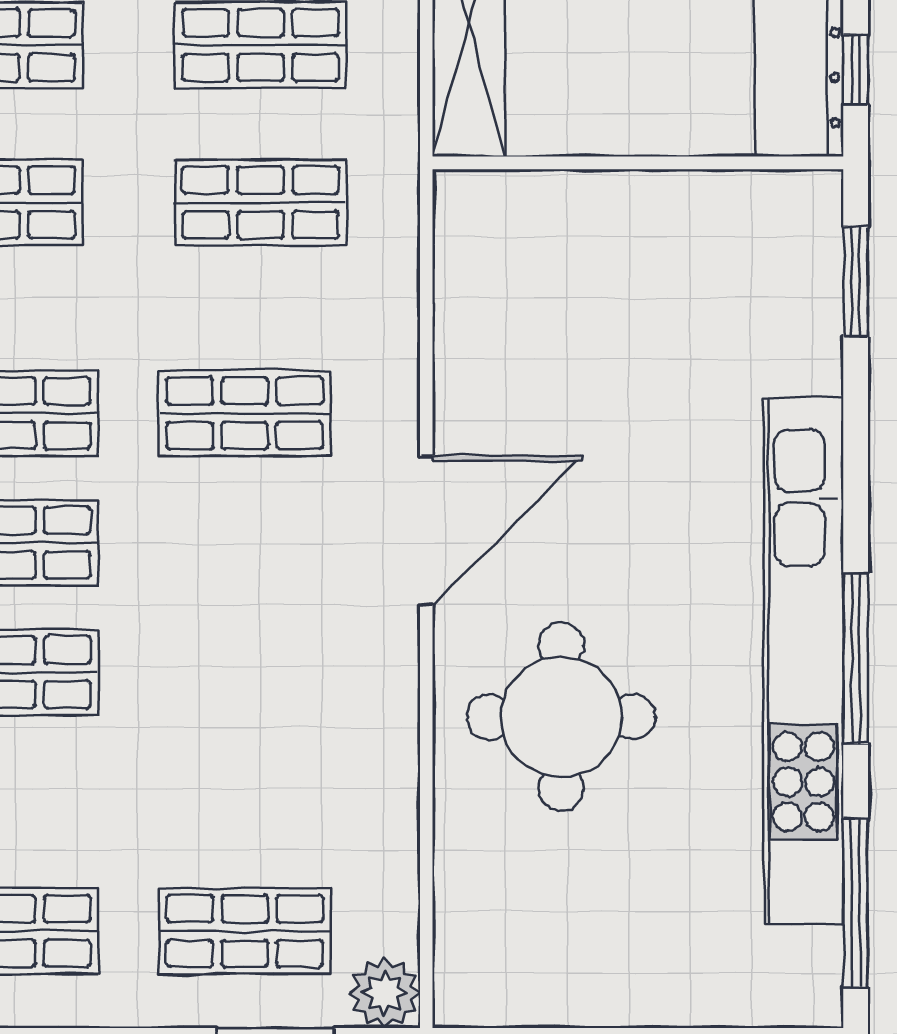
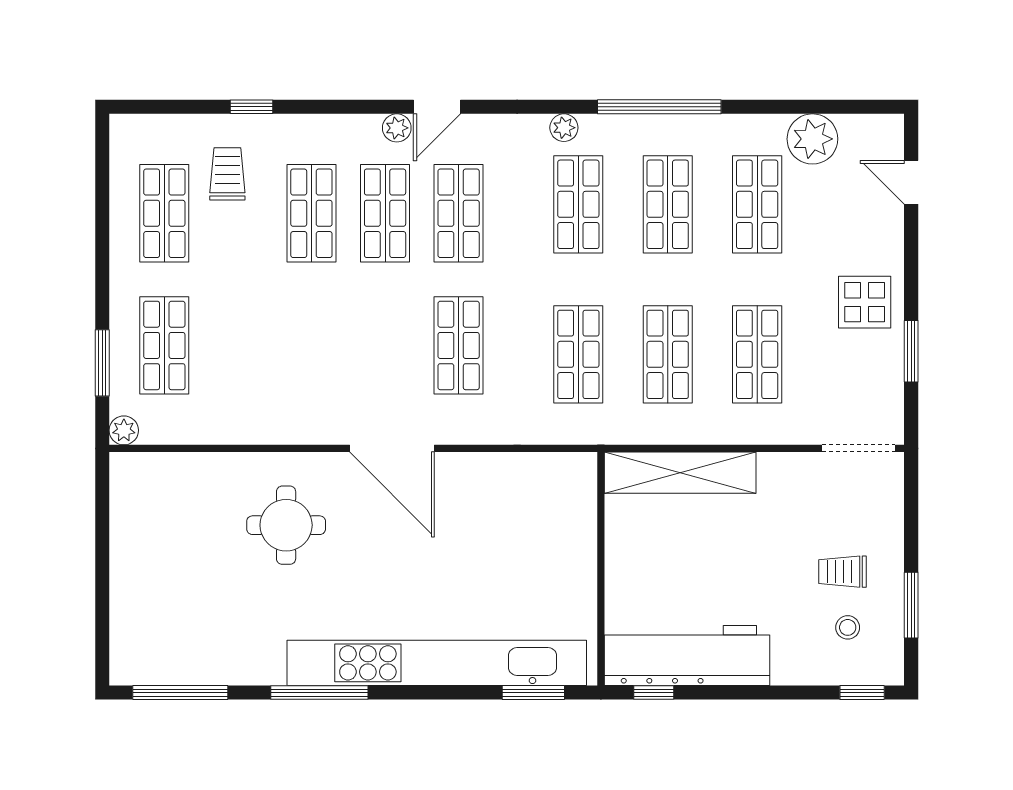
kitchen unit: (804, 661) -> (437, 663), moved
round table: (561, 717) -> (286, 525), width x0.73, depth x0.73
plant: (385, 993) -> (124, 430), width x0.73, depth x0.73

